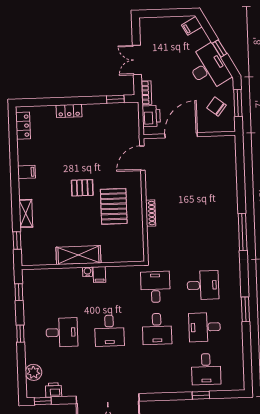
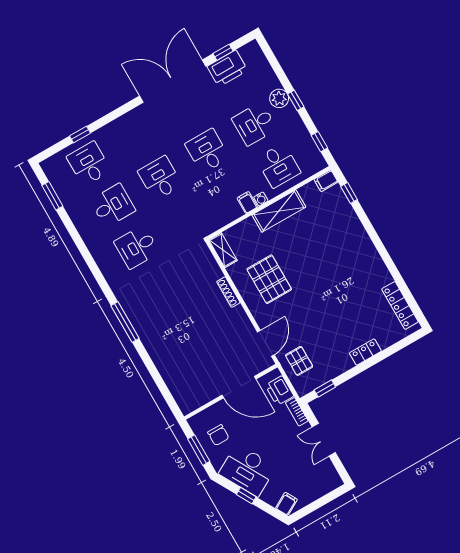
double door: (137, 60) -> (324, 440), swing flipped
chair: (216, 107) -> (218, 435), turned 52
locker: (23, 126) -> (400, 305), width x1.53
door: (181, 135) -> (239, 387), hinge flipped
filing cabinet: (27, 172) -> (326, 181), moved
pallet: (82, 188) -> (299, 361), moved, turned 90
shelving: (26, 213) -> (223, 250), moved
desk: (155, 287) -> (278, 166), moved
window: (245, 309) -> (52, 196), moved
plant: (33, 372) -> (279, 98), moved
printer: (53, 390) -> (227, 68), width x1.87, depth x1.48
window: (43, 401) -> (223, 52), moved

